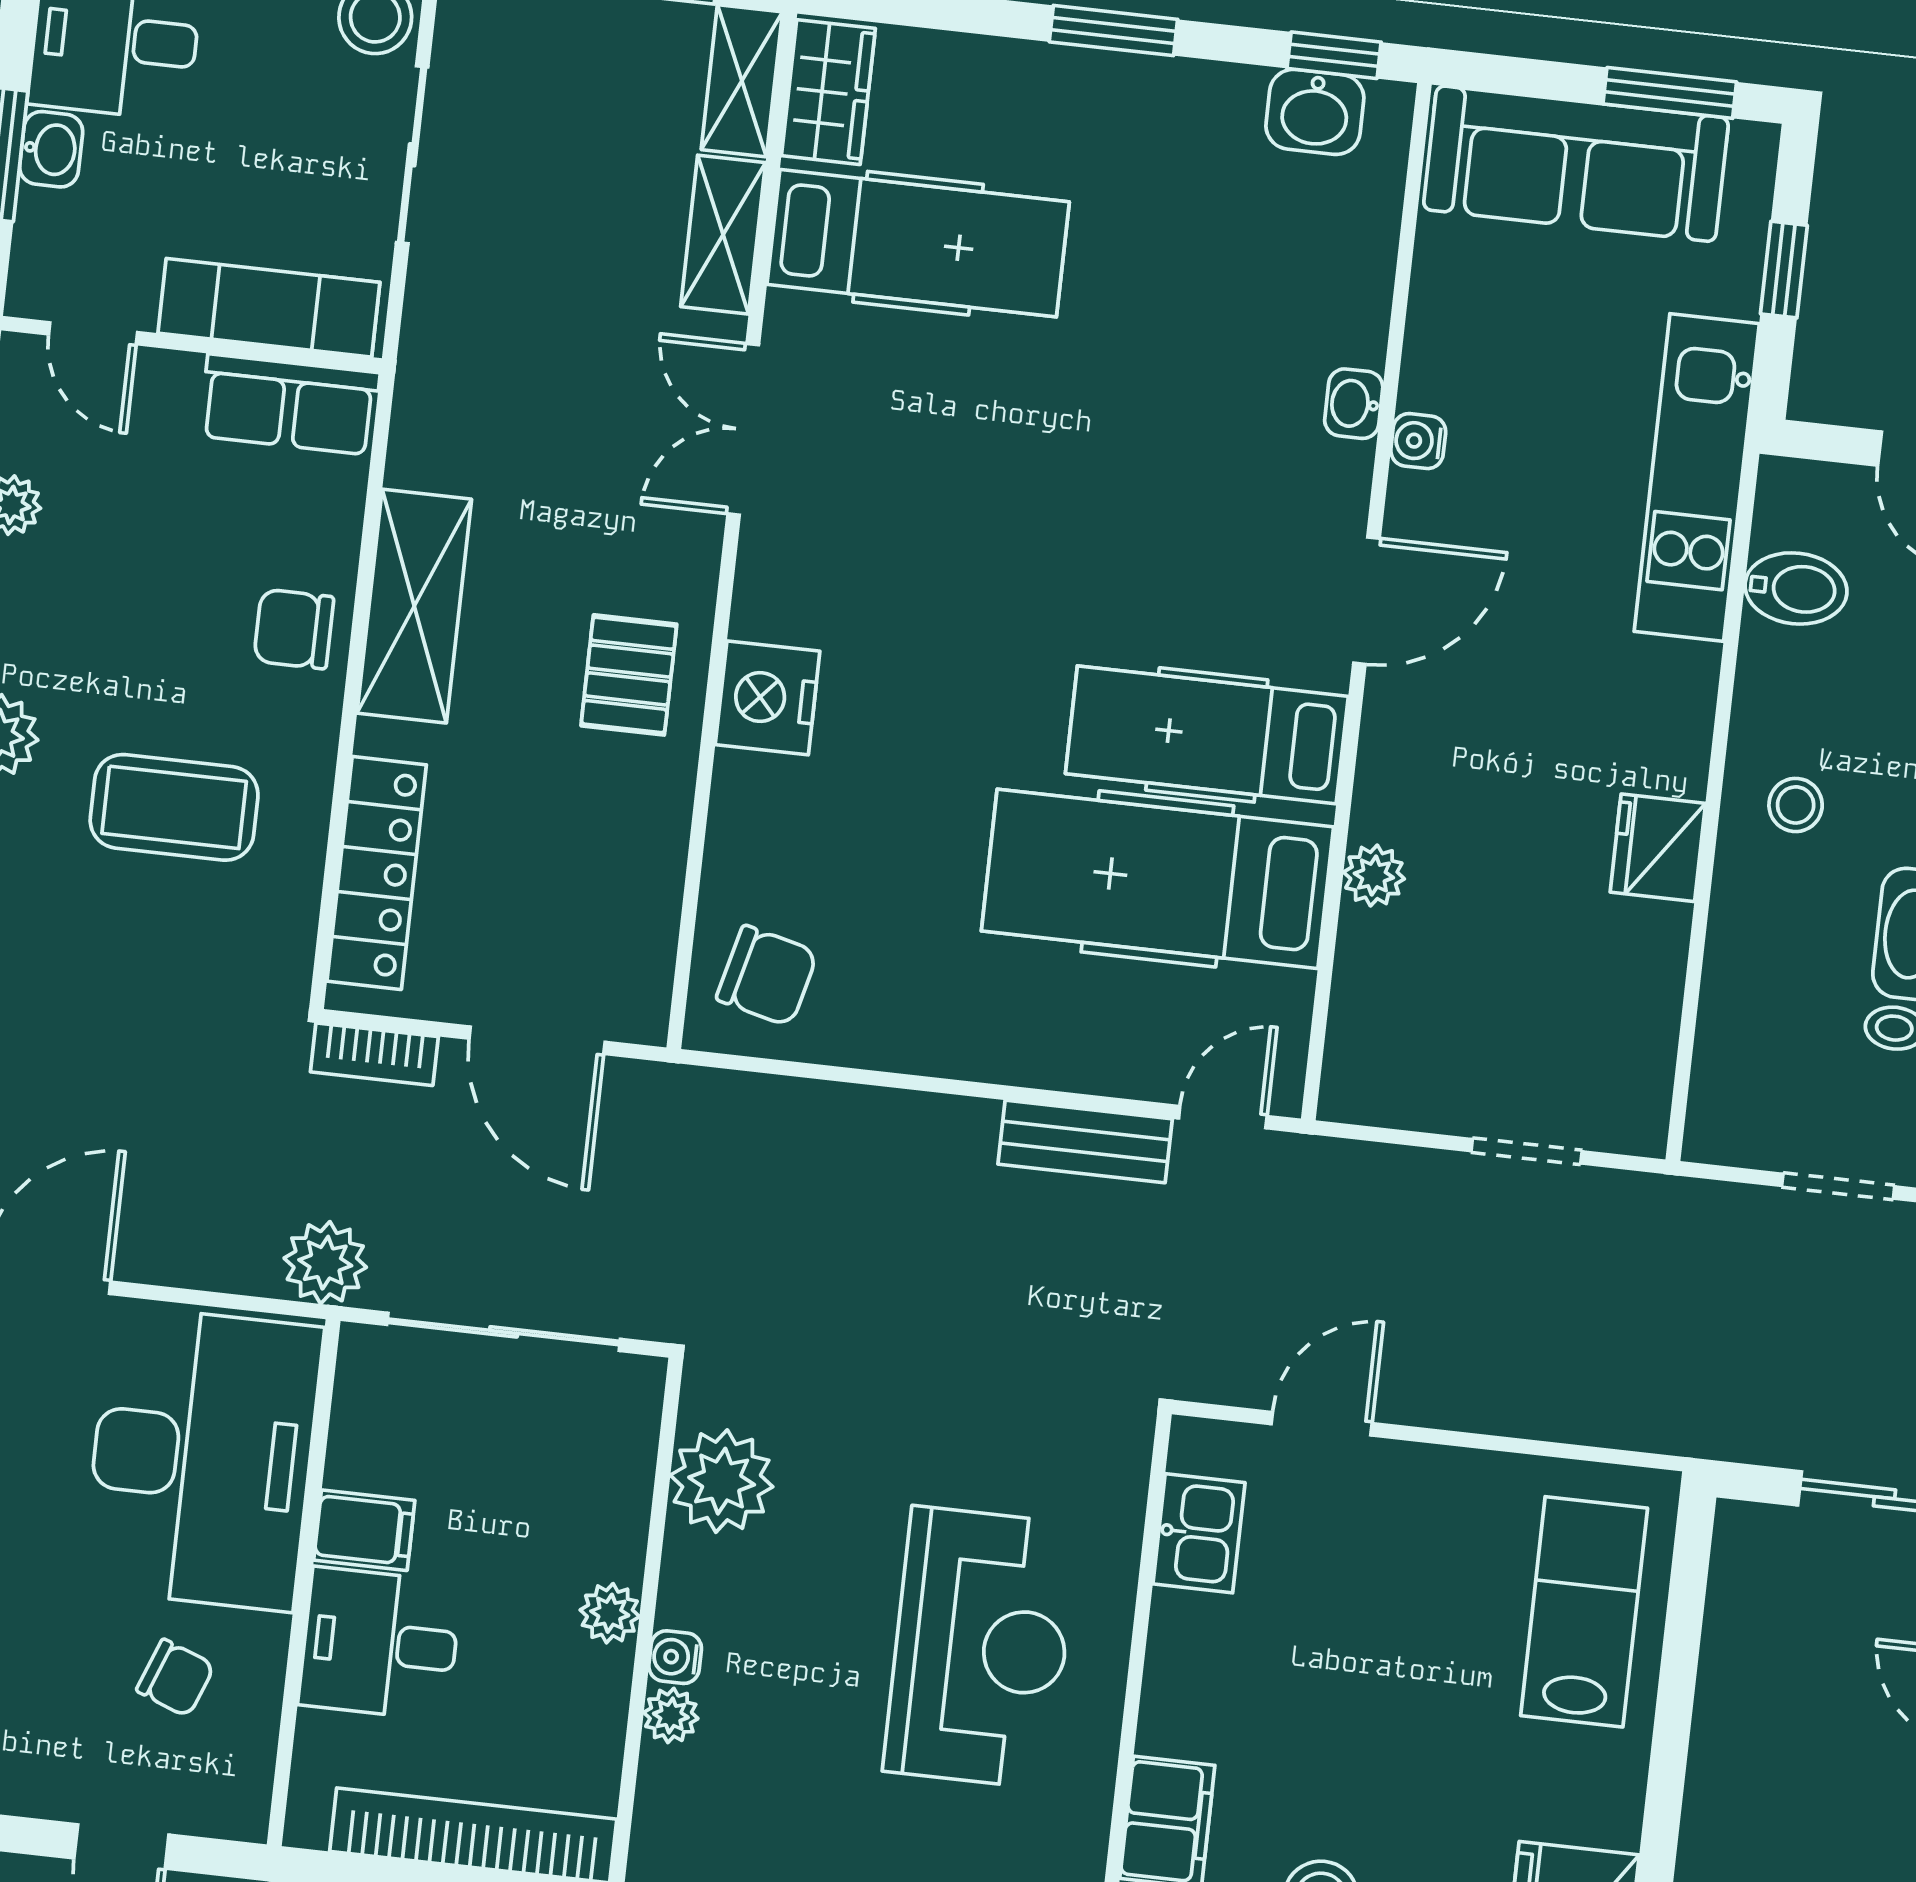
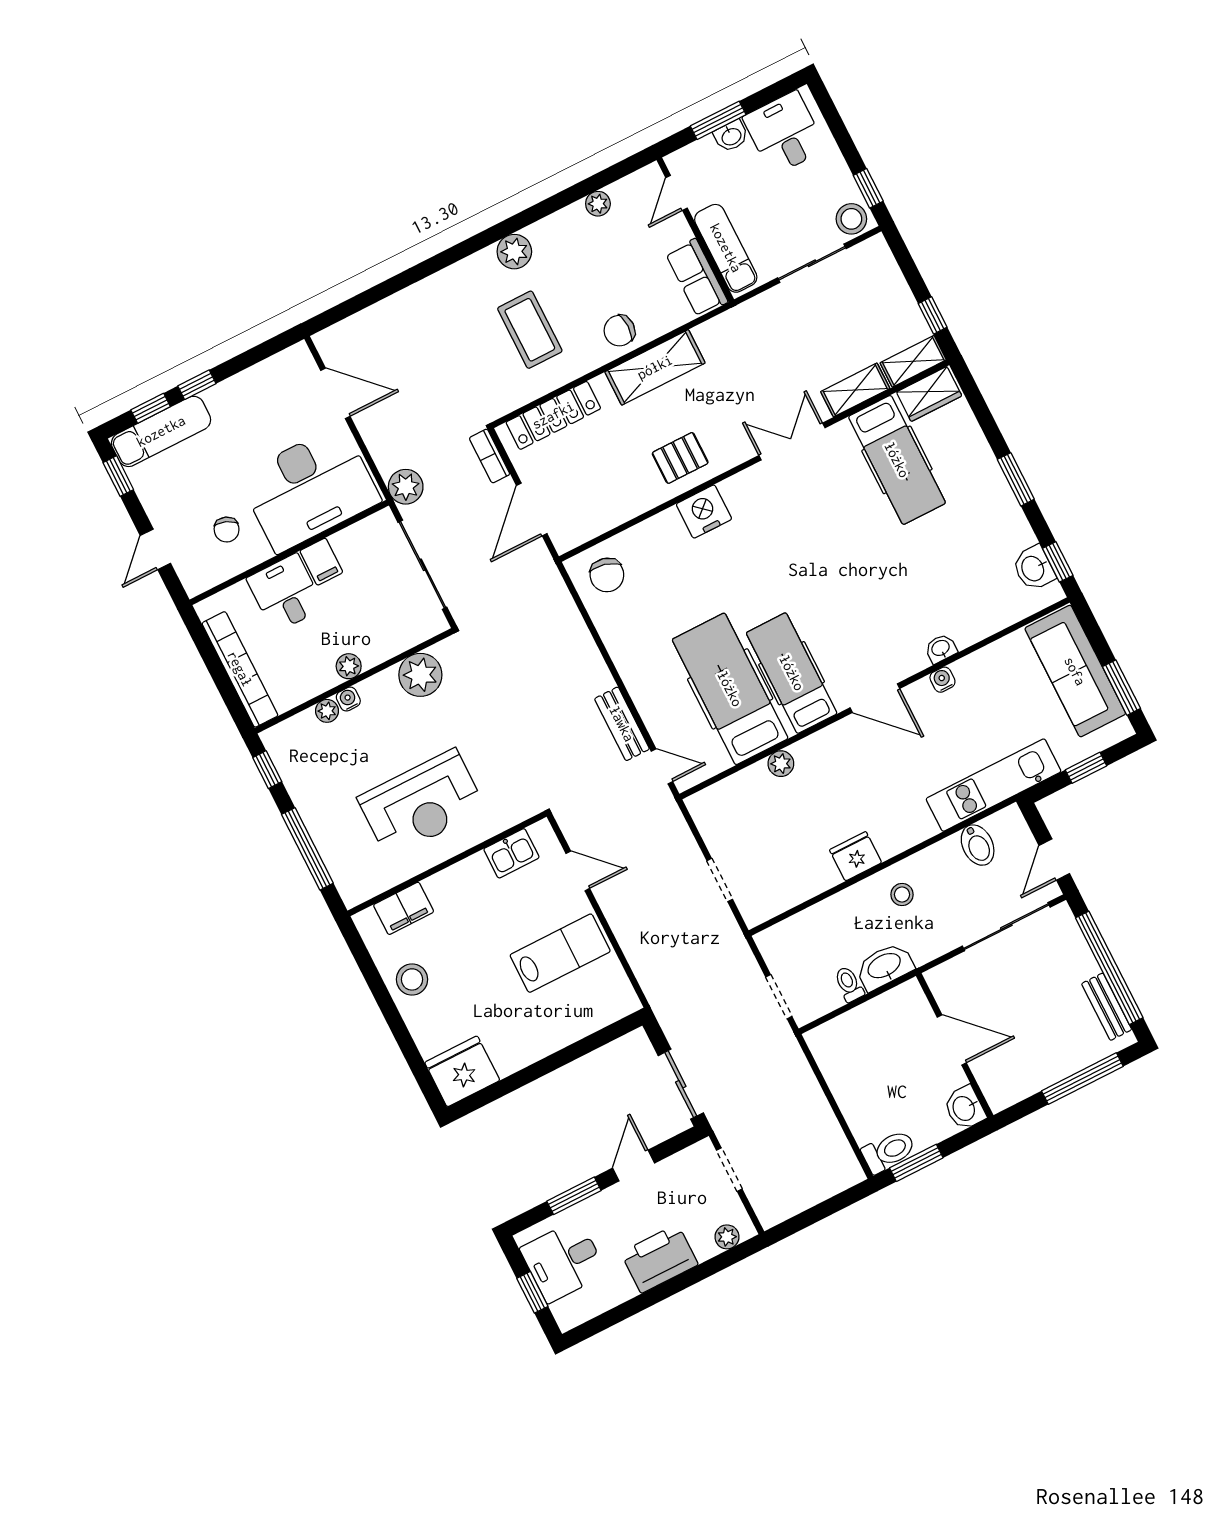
chair: (294, 629) -> (619, 331), turned -90
lab bench: (1584, 1612) -> (560, 953), moved

